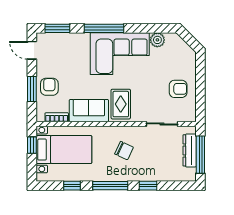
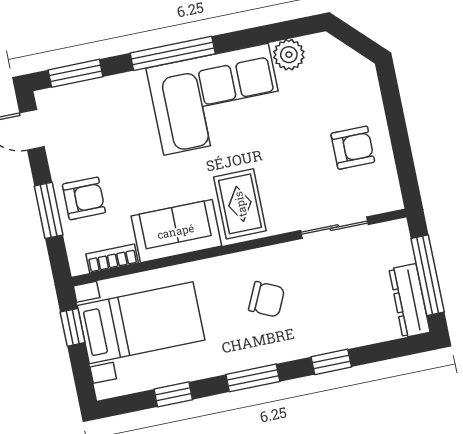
armchair: (49, 87) -> (84, 198), turned 90
dresser: (190, 150) -> (409, 301), moved
window: (110, 186) -> (253, 378), width x0.69

